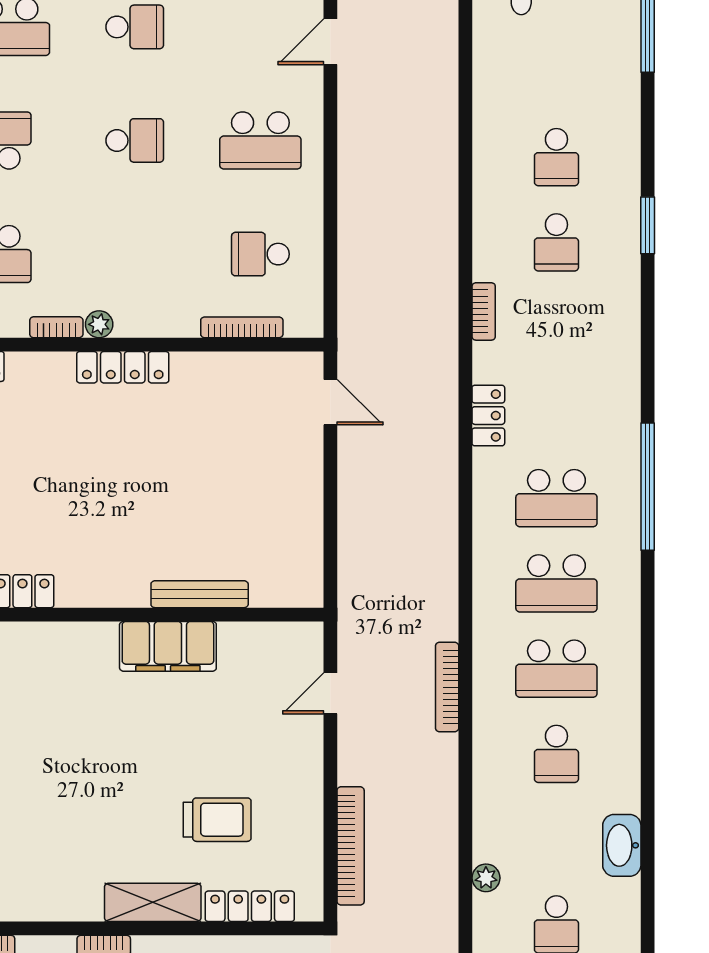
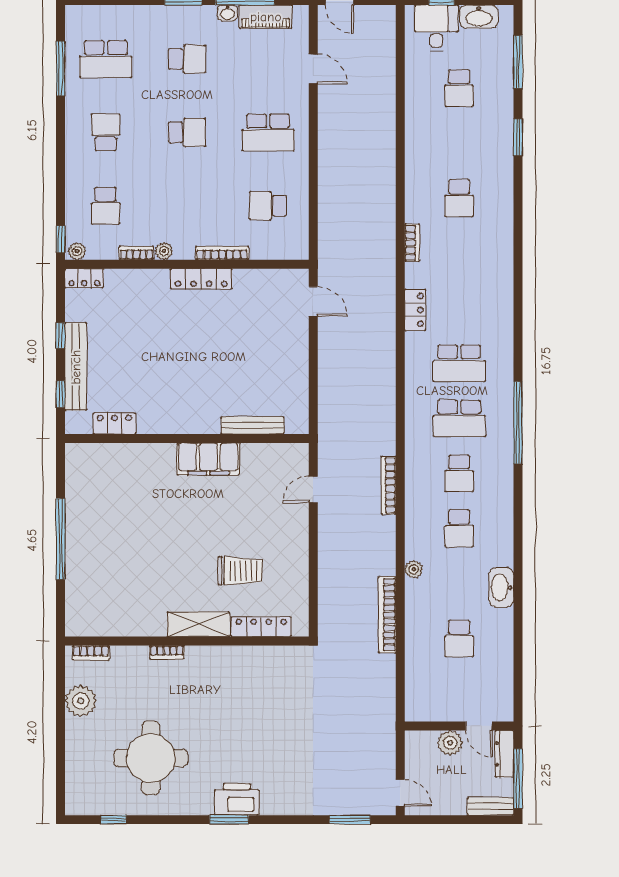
door: (330, 42) -> (313, 69), swing flipped
school desk: (556, 157) -> (459, 88), moved
window: (648, 225) -> (518, 137), moved
bookcase: (242, 327) -> (222, 253), moved
locker: (123, 367) -> (201, 279), moved
window: (648, 487) -> (518, 423), moved
bench: (200, 594) -> (252, 425), moved
school desk: (556, 669) -> (459, 473), width x0.54
bookcase: (351, 846) -> (387, 615), moved, turned 180
plant: (486, 878) -> (414, 569), moved

